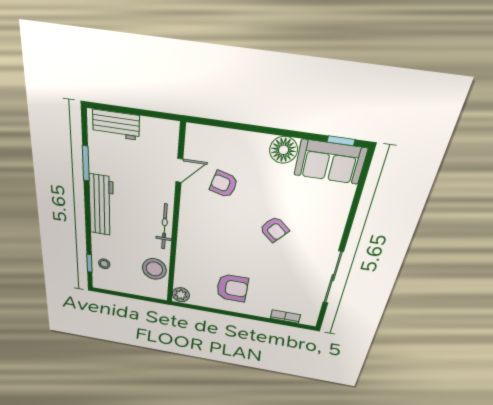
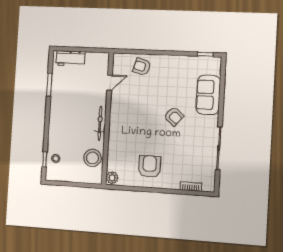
floor lamp: (284, 150) -> (173, 63), removed
sofa: (330, 162) -> (208, 95), moved, turned 90
armchair: (224, 184) -> (142, 67), moved
workbench: (101, 205) -> (57, 113), removed
armchair: (232, 288) -> (150, 167), turned -90

